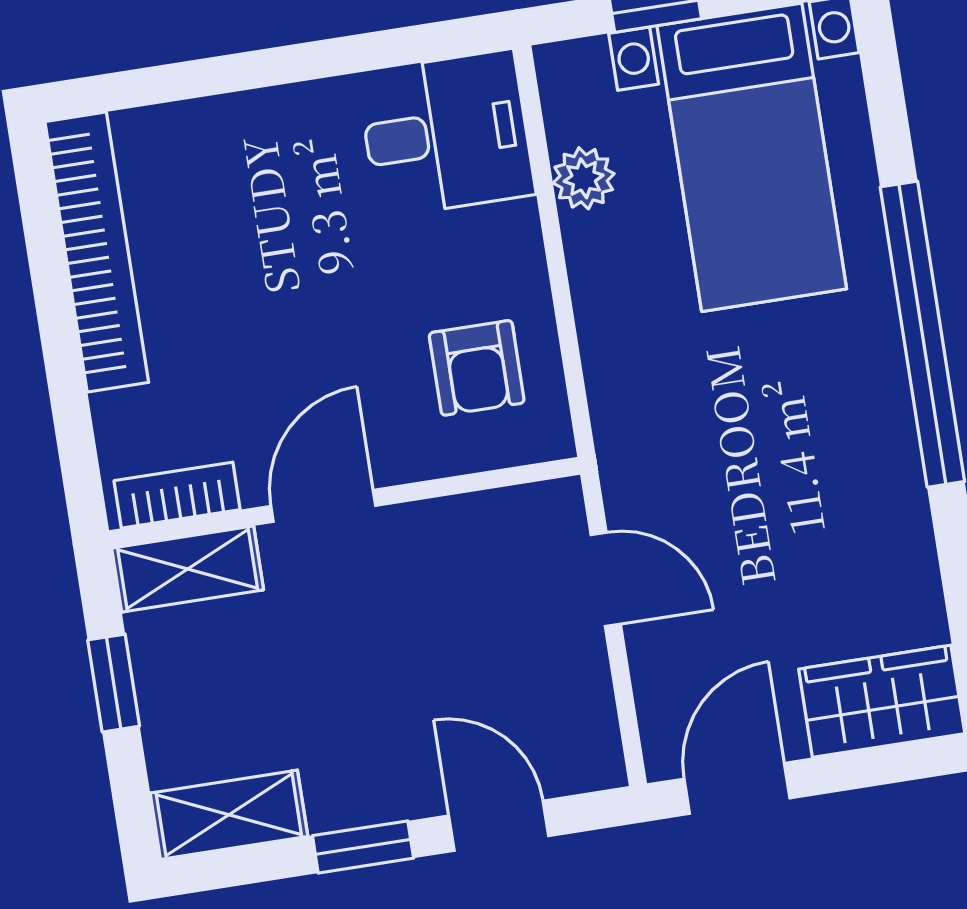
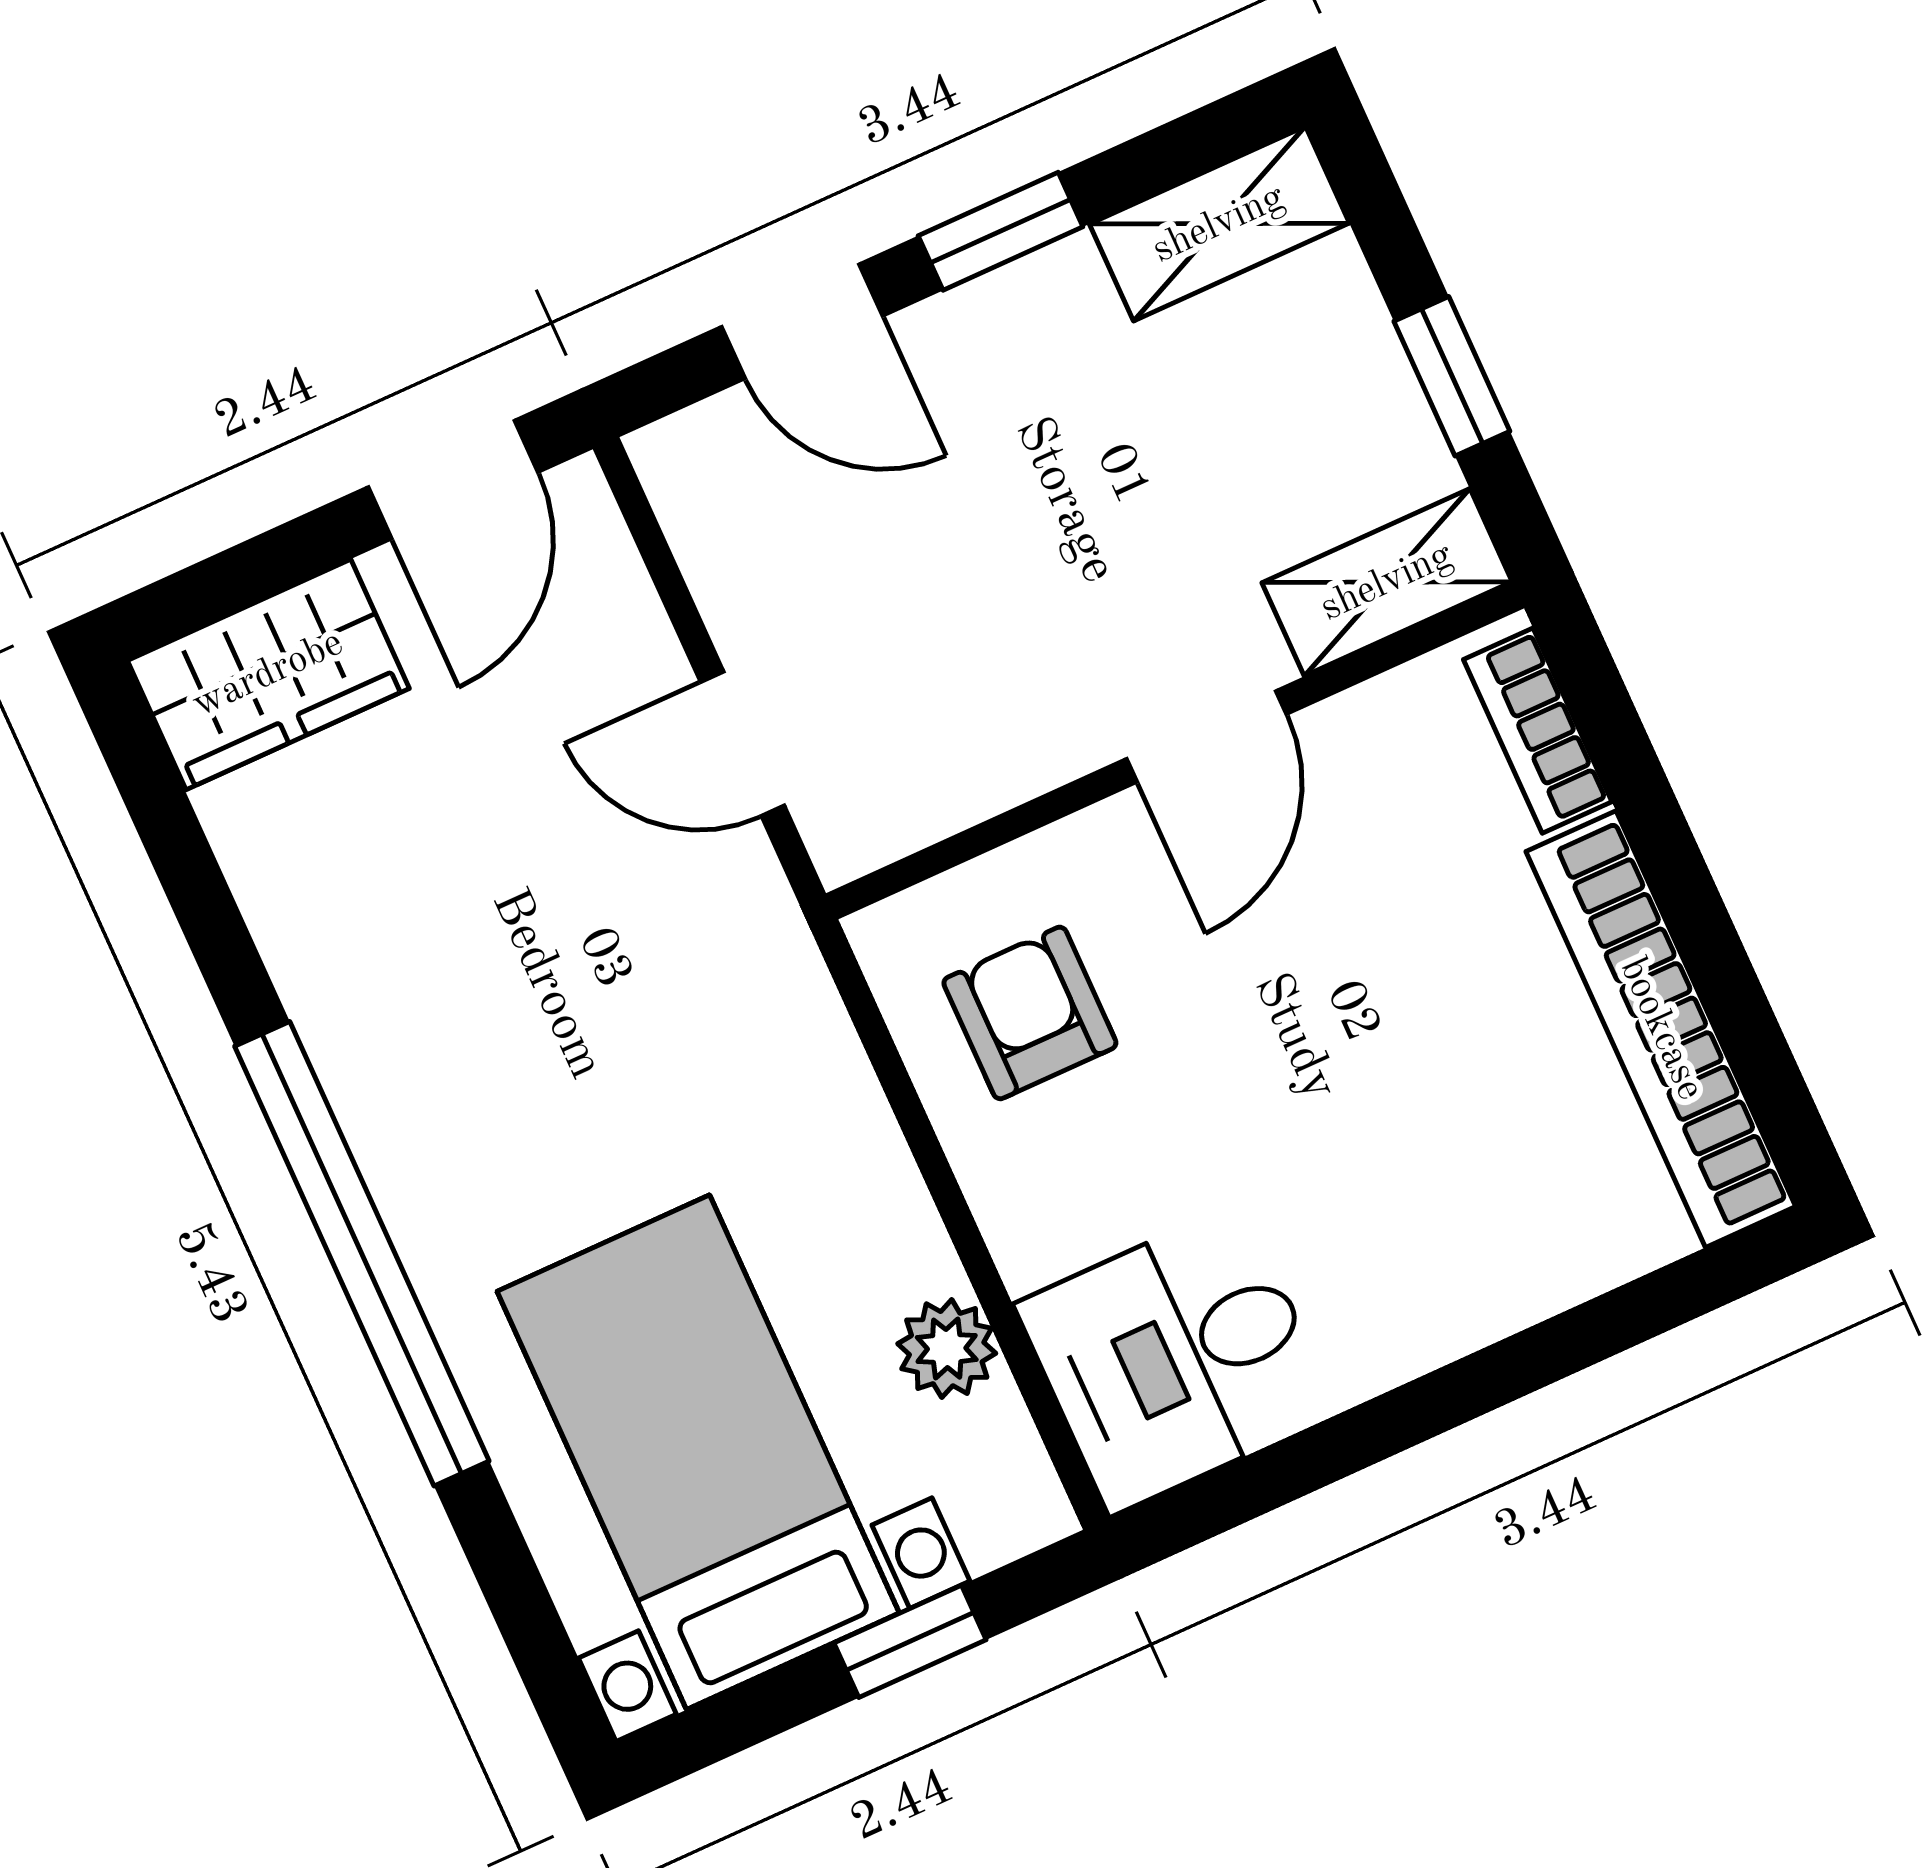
bookcase: (177, 495) -> (1538, 731), moved, turned 90

